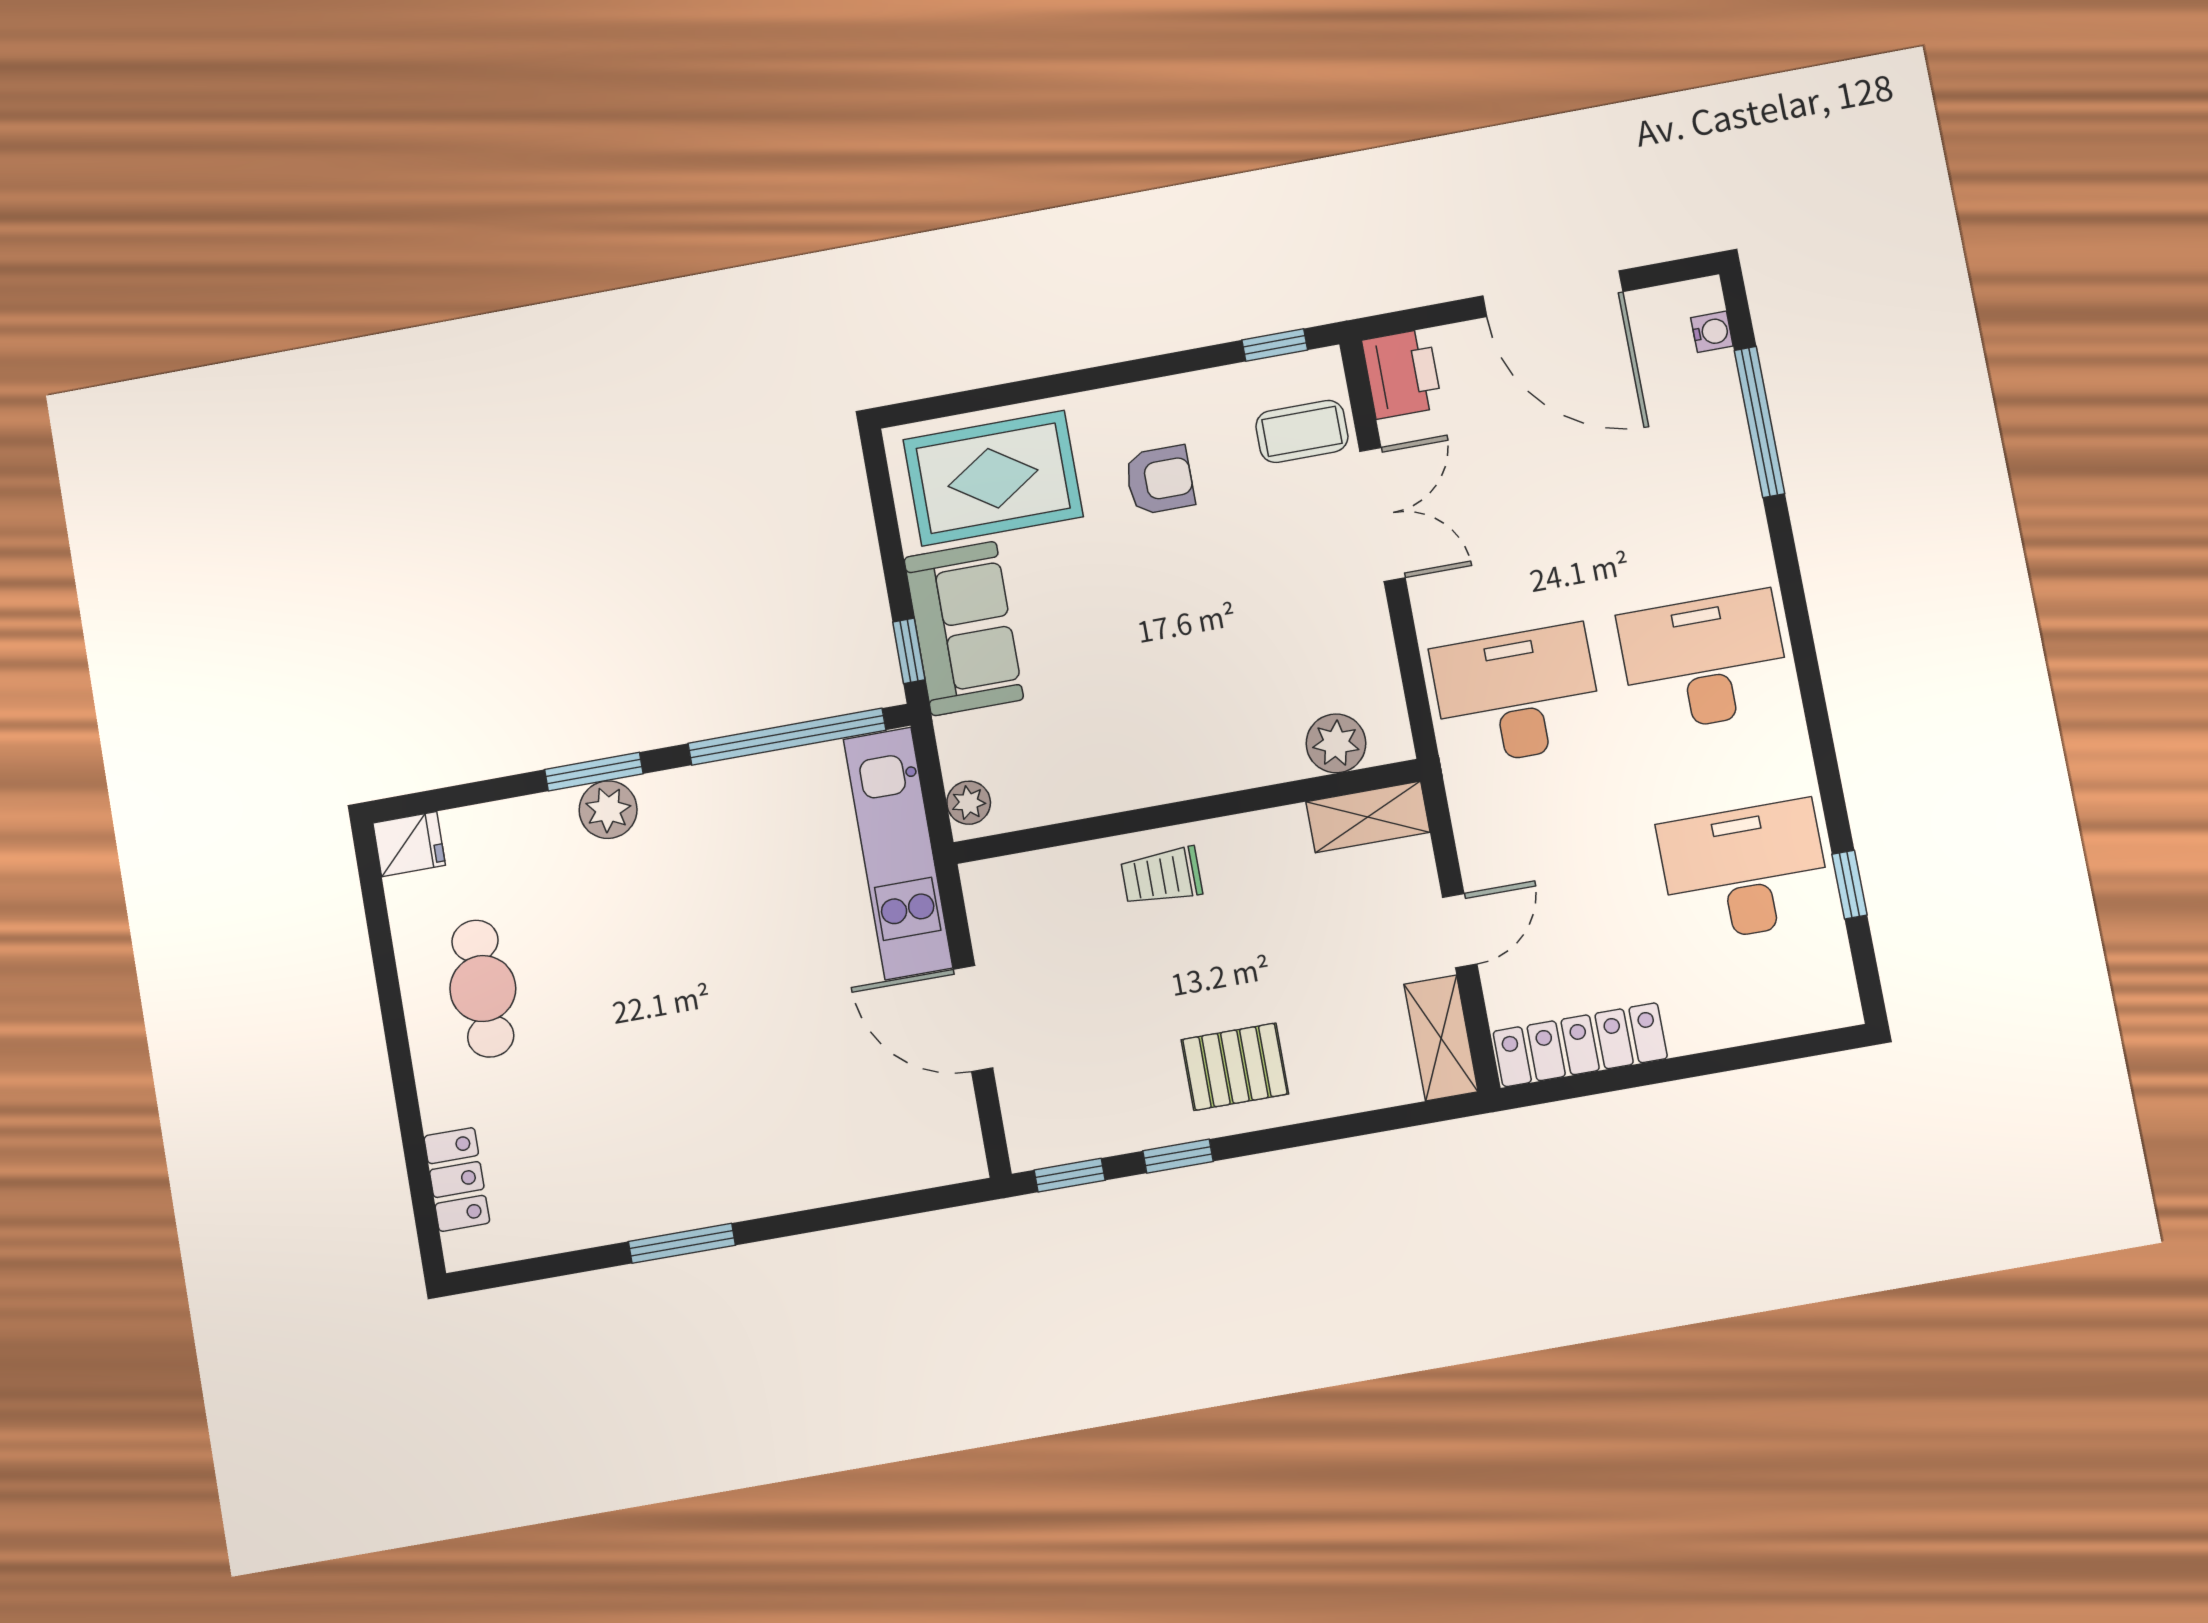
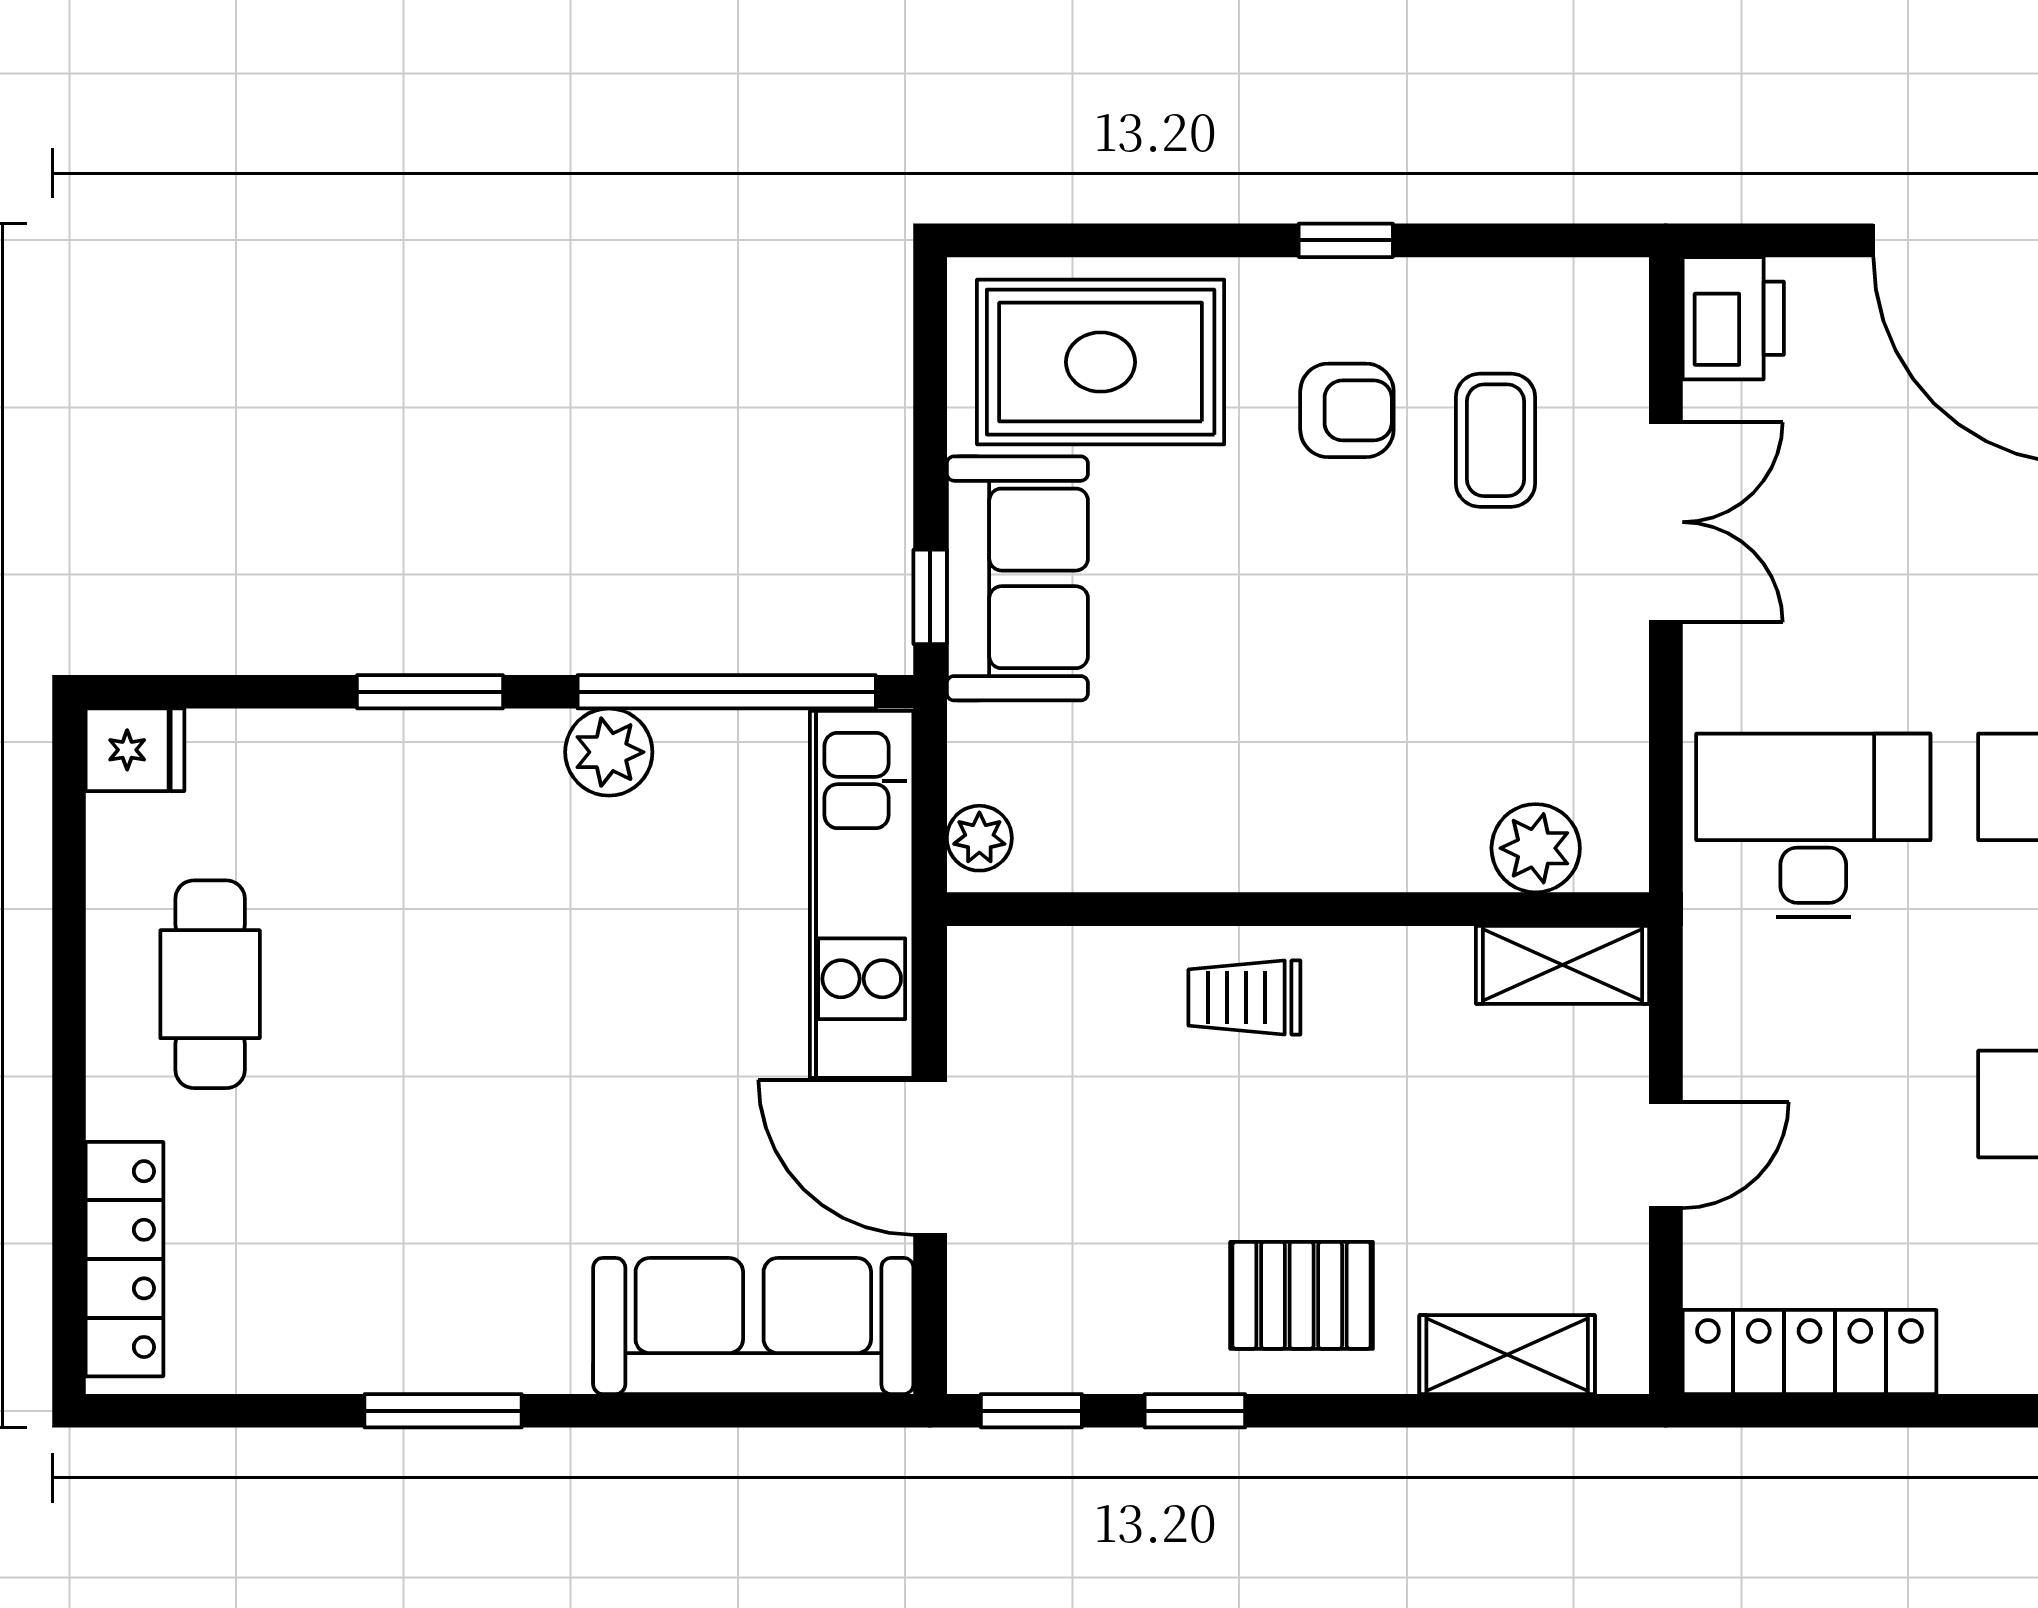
window: (1275, 345) -> (1346, 240), moved
coffee table: (1302, 431) -> (1496, 440), moved, turned 90
plant: (608, 810) -> (609, 752), moved
shelving: (1441, 1038) -> (1507, 1355), moved, turned 90
sofa: (876, 1151) -> (753, 1326), added
locker: (457, 1180) -> (125, 1259), width x1.53

